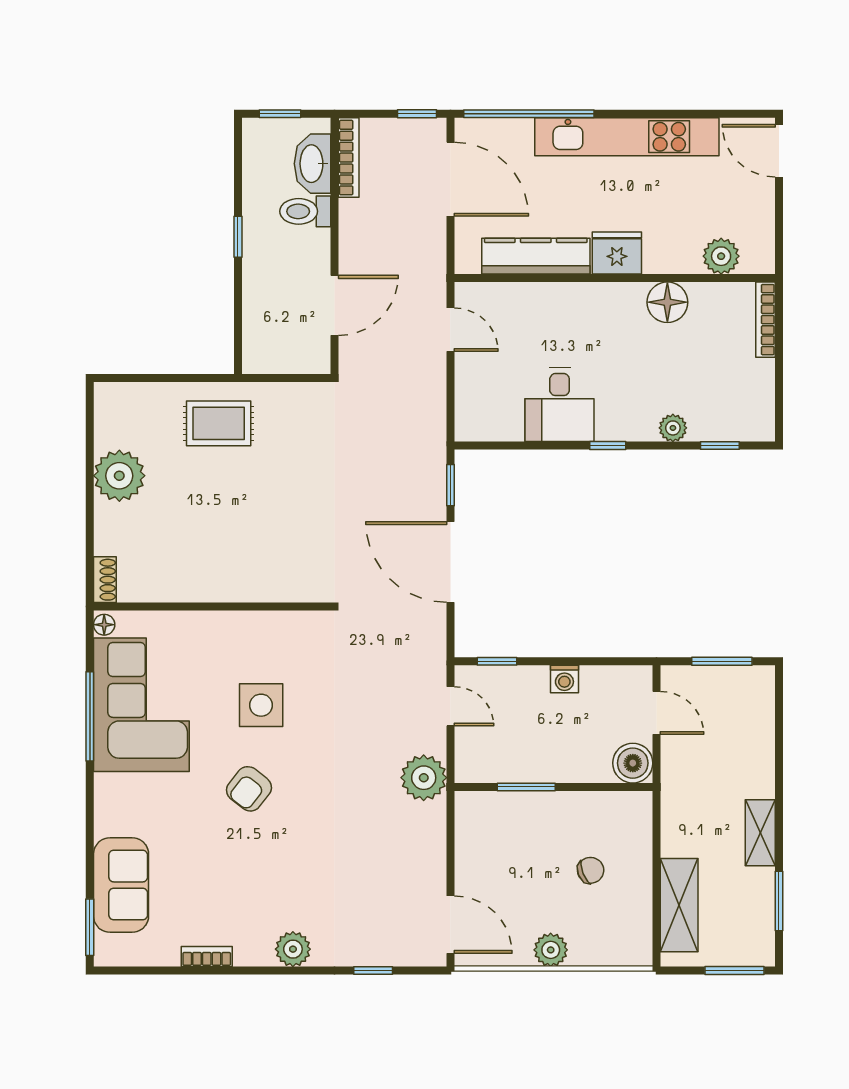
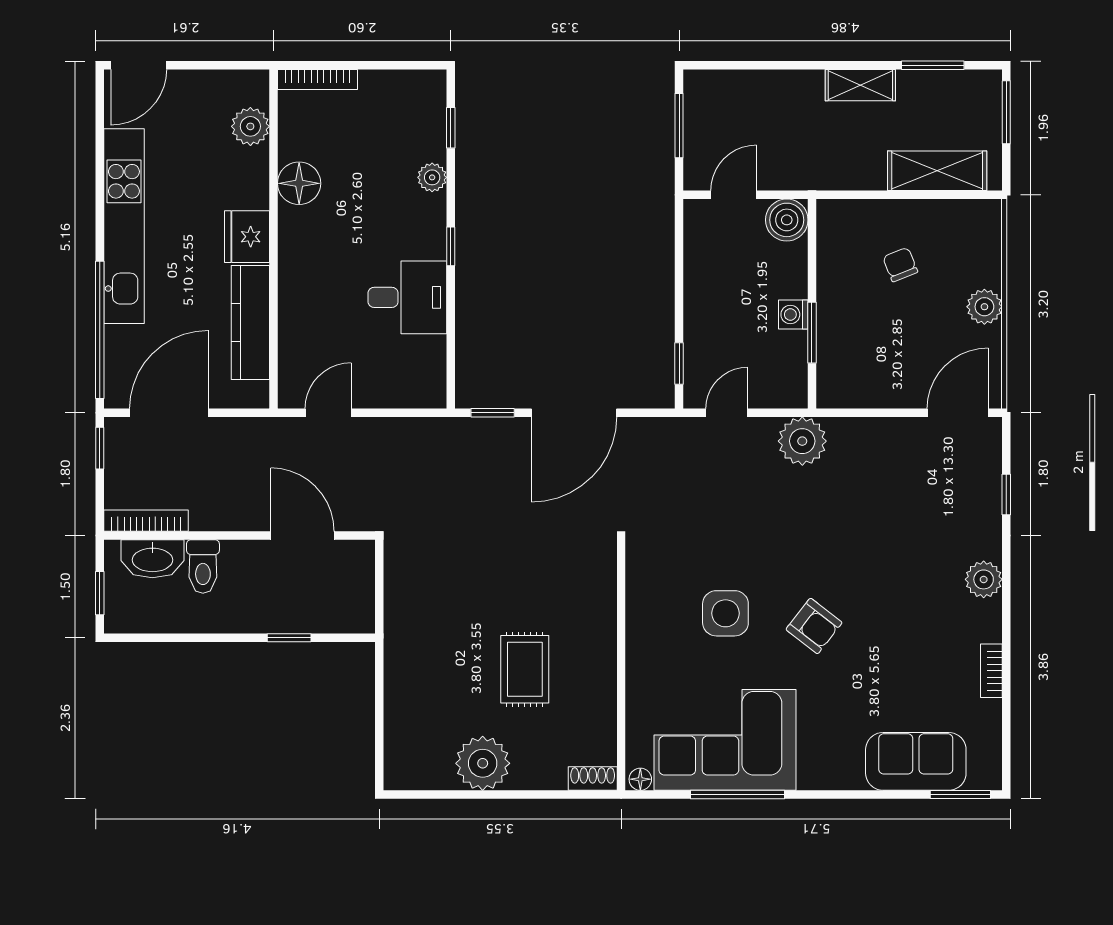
window: (238, 237) -> (289, 638), moved
rug: (219, 423) -> (525, 669), moved
washing machine: (564, 679) -> (793, 315), moved, turned 180

